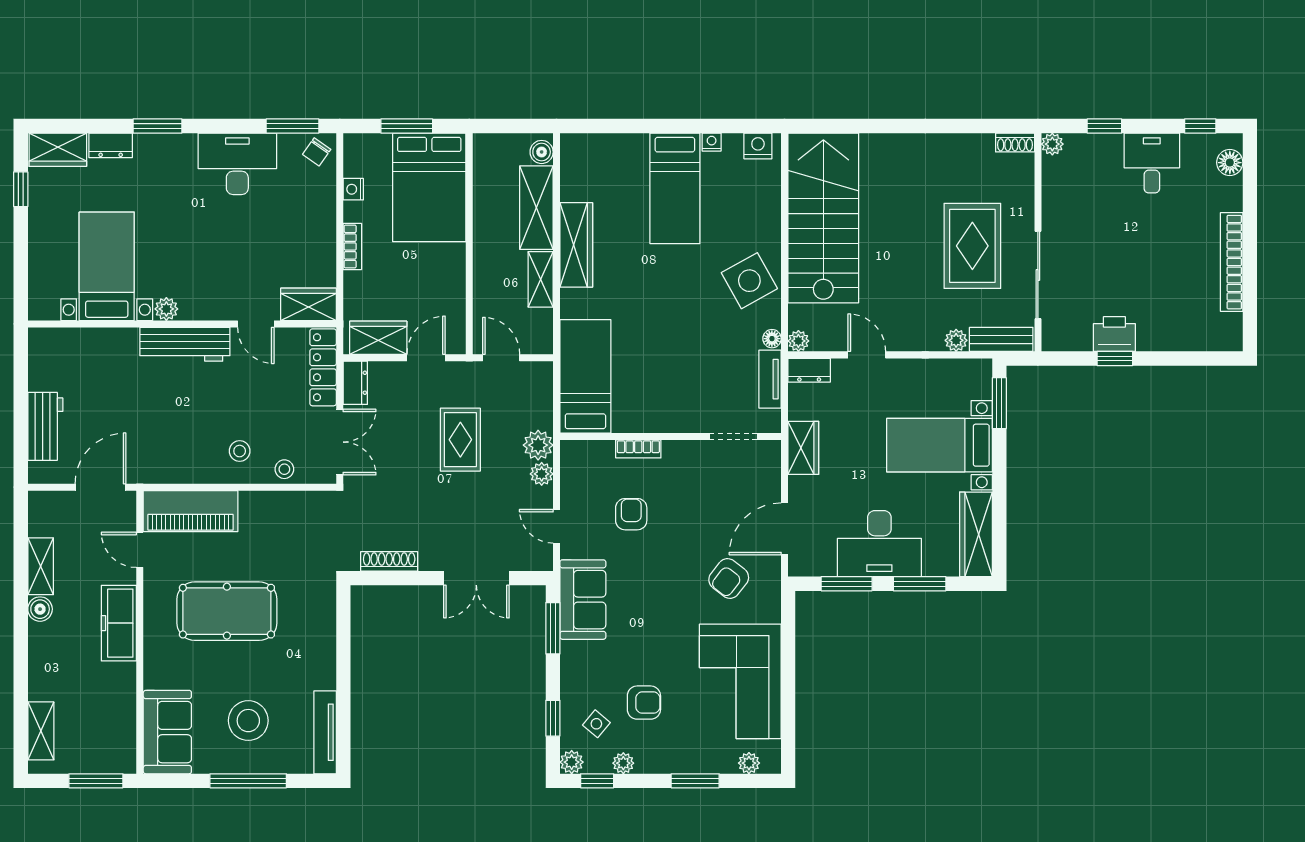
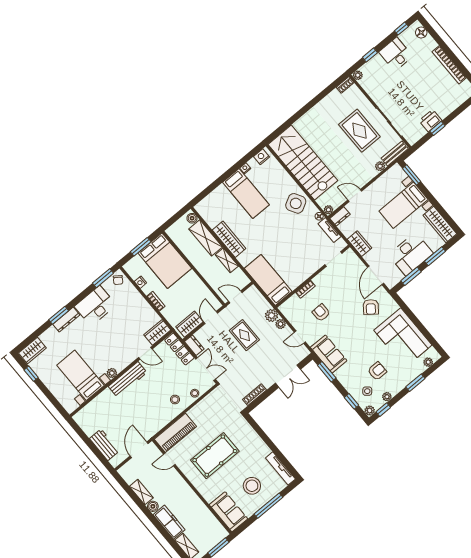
dresser: (111, 145) -> (66, 320), moved, width x1.44
freezer: (119, 623) -> (169, 522), moved, turned 180

